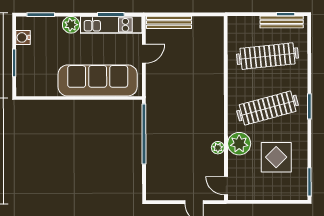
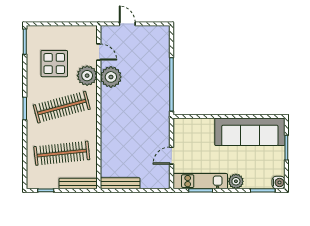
bench: (169, 22) -> (120, 183), moved
bench: (282, 22) -> (78, 183), moved
water cooler: (23, 37) -> (279, 182), moved
sofa: (98, 80) -> (250, 132), moved
plant: (218, 148) -> (111, 77), width x1.88, depth x1.88
door: (226, 186) -> (99, 52), moved

